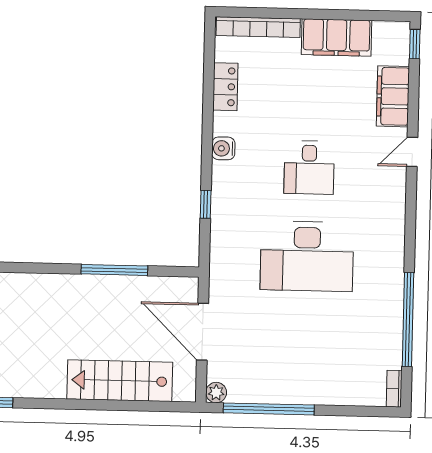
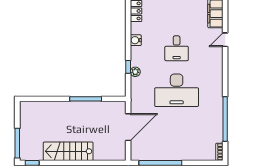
door: (202, 332) -> (128, 127), swing flipped
stairs: (120, 381) -> (68, 151), moved
plant: (216, 393) -> (135, 72), moved

